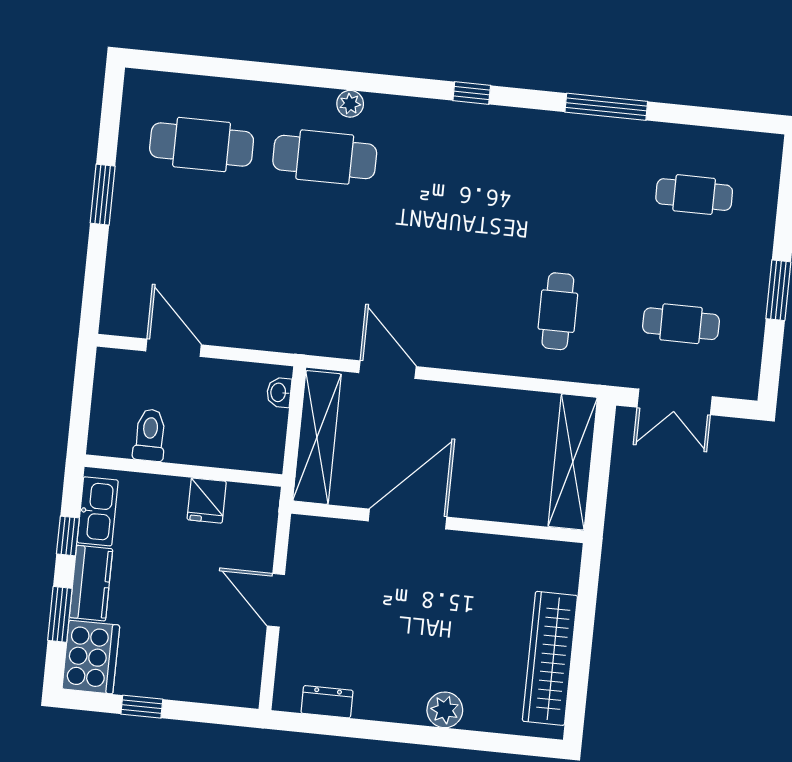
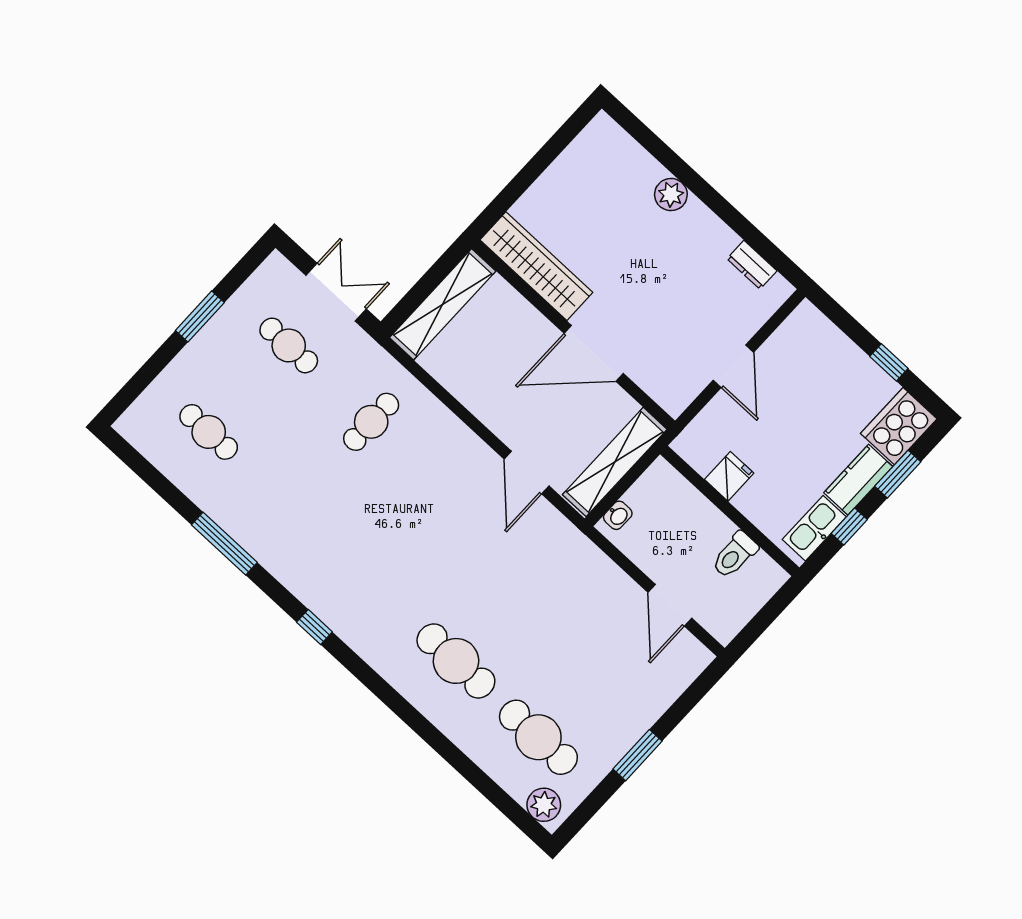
plant: (350, 104) -> (544, 805), moved, width x1.38, depth x1.38
wardrobe: (550, 658) -> (536, 266), moved, turned -90

